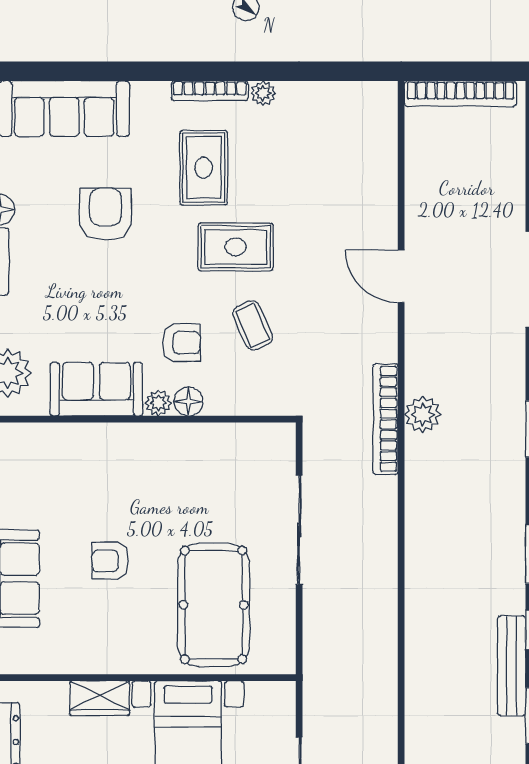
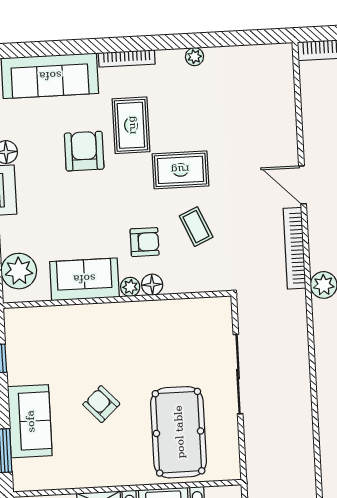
bookcase: (210, 91) -> (127, 58), moved
rug: (204, 168) -> (131, 125), moved
bookcase: (385, 419) -> (294, 248), moved
armchair: (110, 561) -> (101, 404), turned 47

